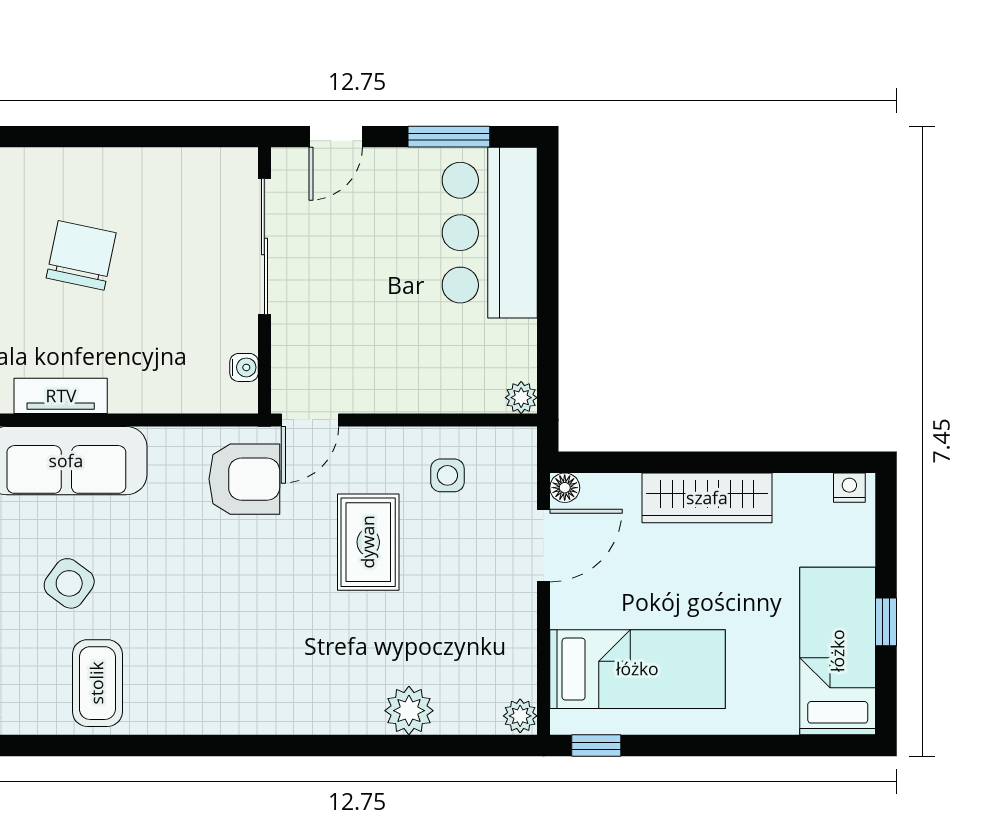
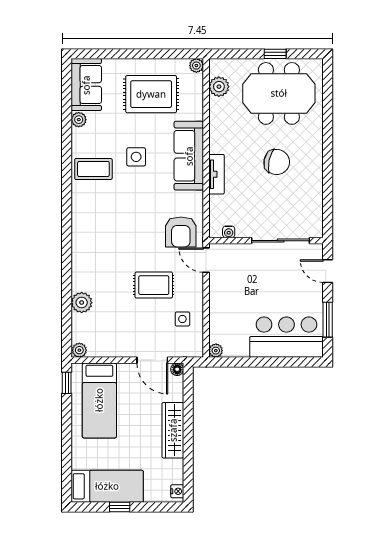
tv unit: (61, 396) -> (217, 174), moved
side table: (69, 583) -> (136, 157), turned -36

